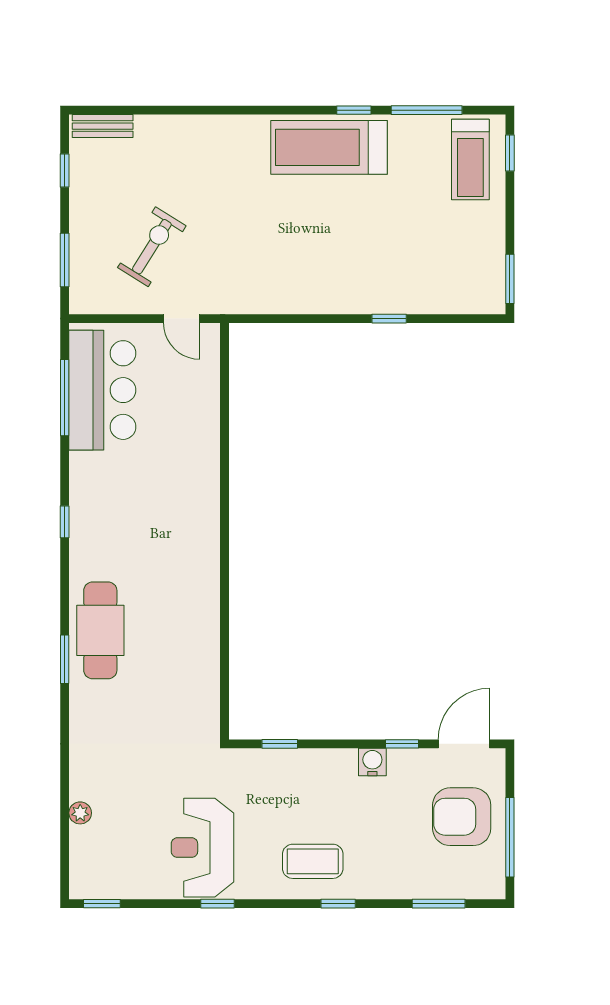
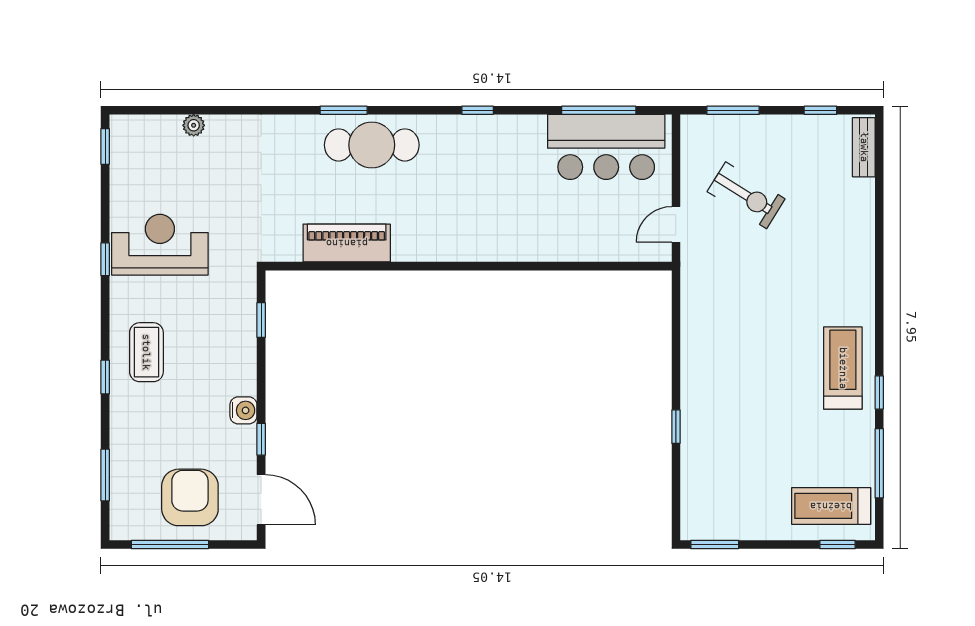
treadmill: (329, 147) -> (843, 368), width x0.73, depth x0.73
piano: (201, 656) -> (347, 243), added

